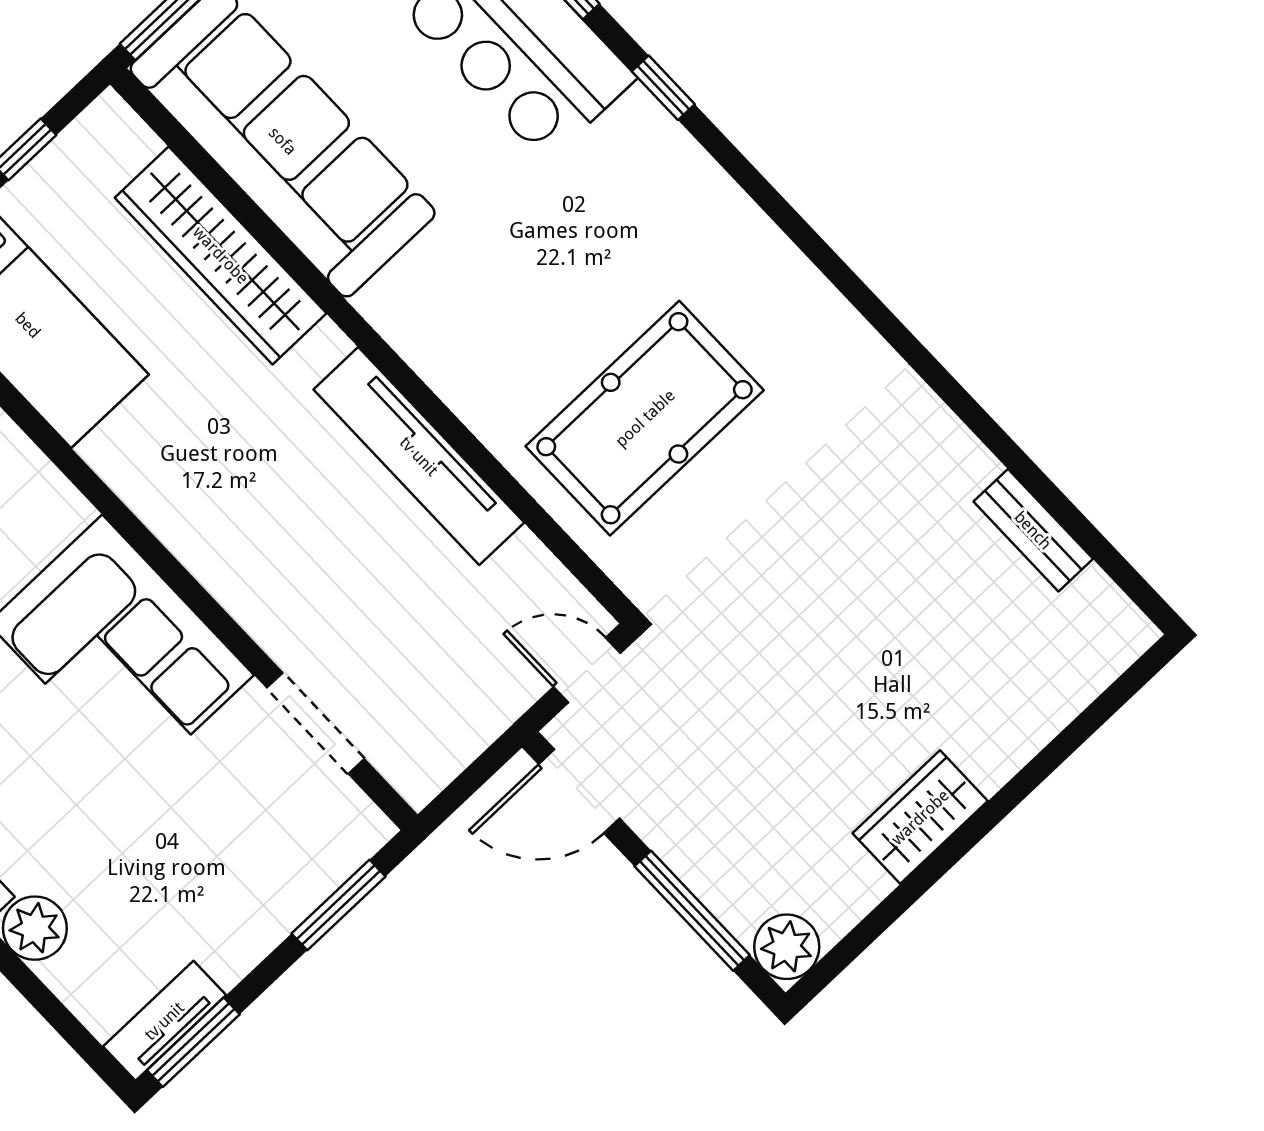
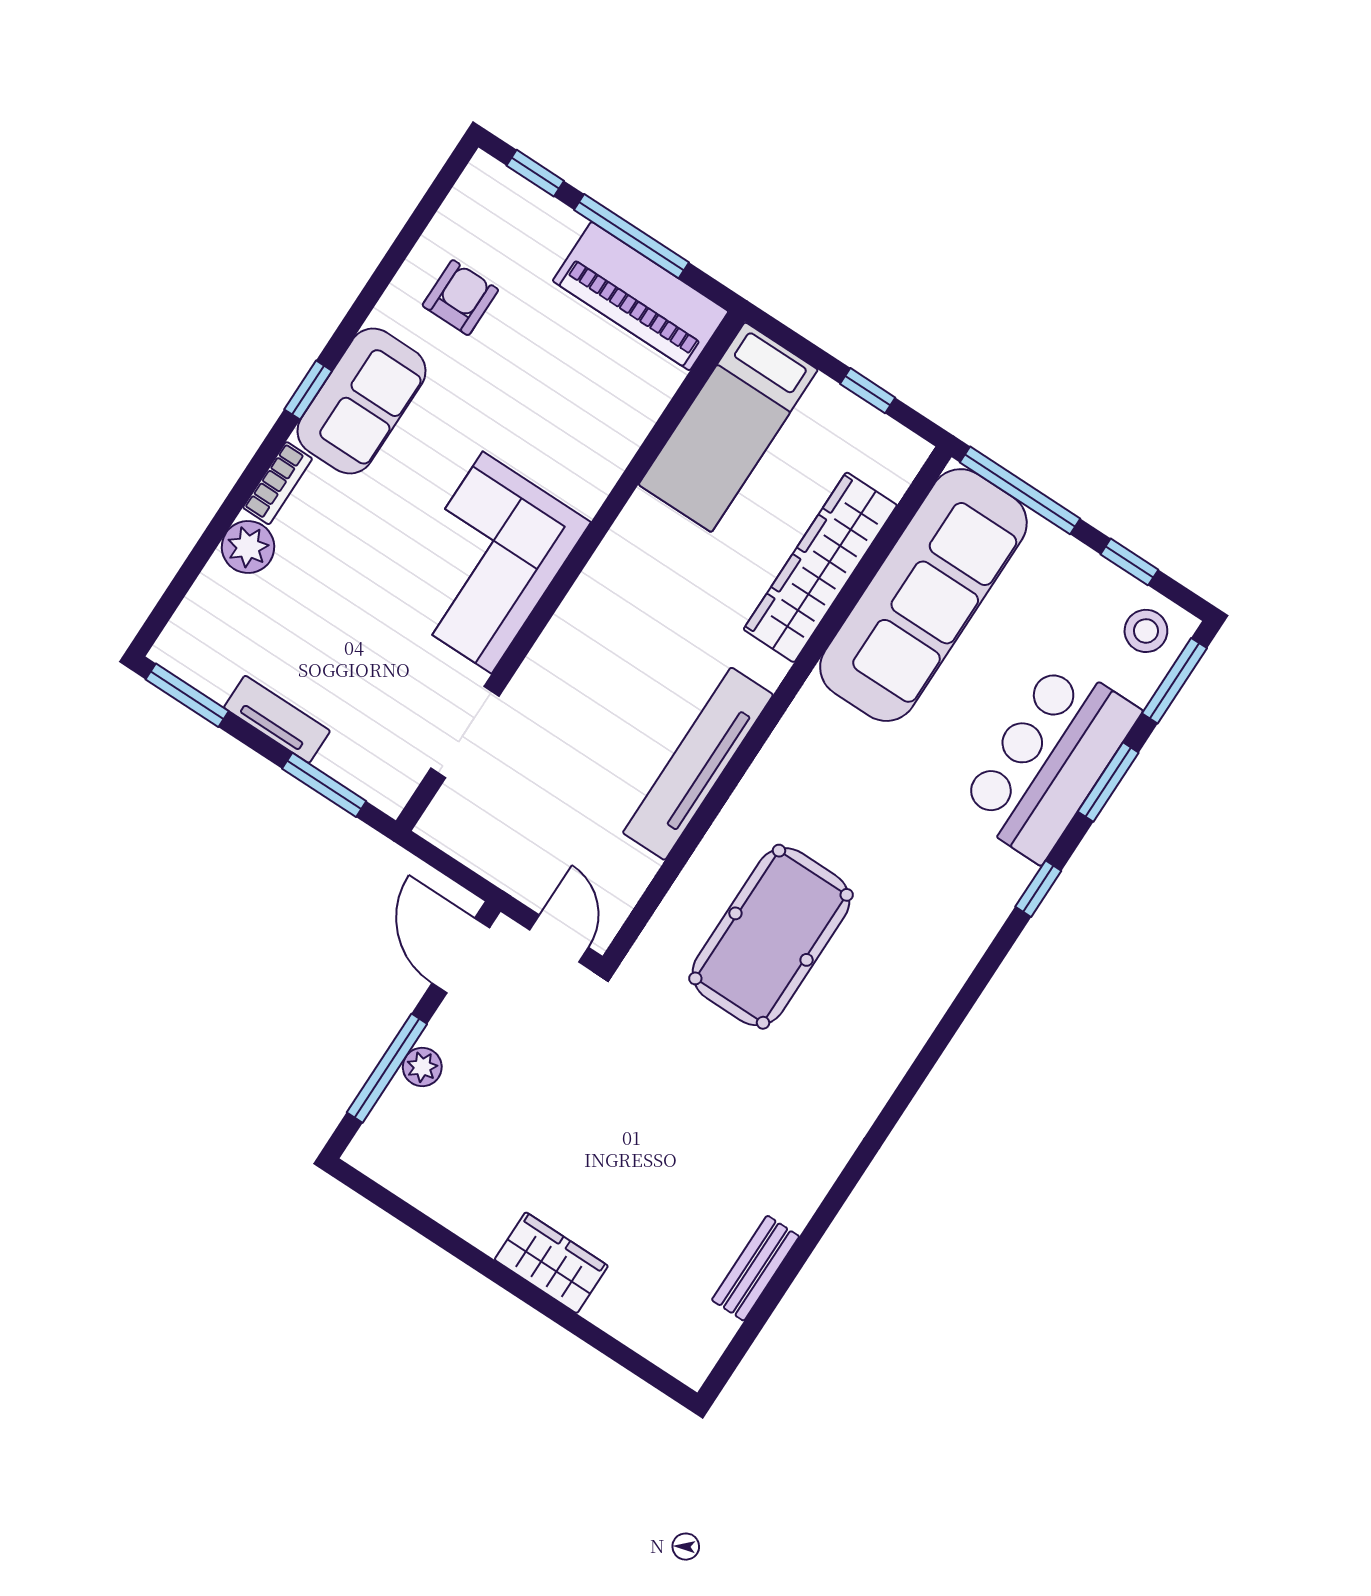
pool table: (645, 418) -> (771, 937), turned 90
wardrobe: (920, 817) -> (551, 1263), moved
plant: (787, 947) -> (422, 1067), moved, width x0.73, depth x0.73
tv unit: (164, 1021) -> (277, 719), moved

